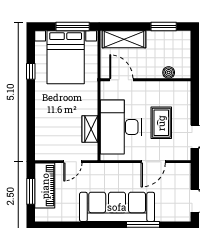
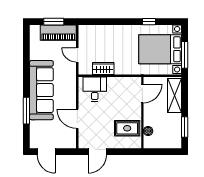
rug: (161, 123) -> (127, 128), moved
desk: (121, 127) -> (95, 89), width x0.53, depth x0.77

